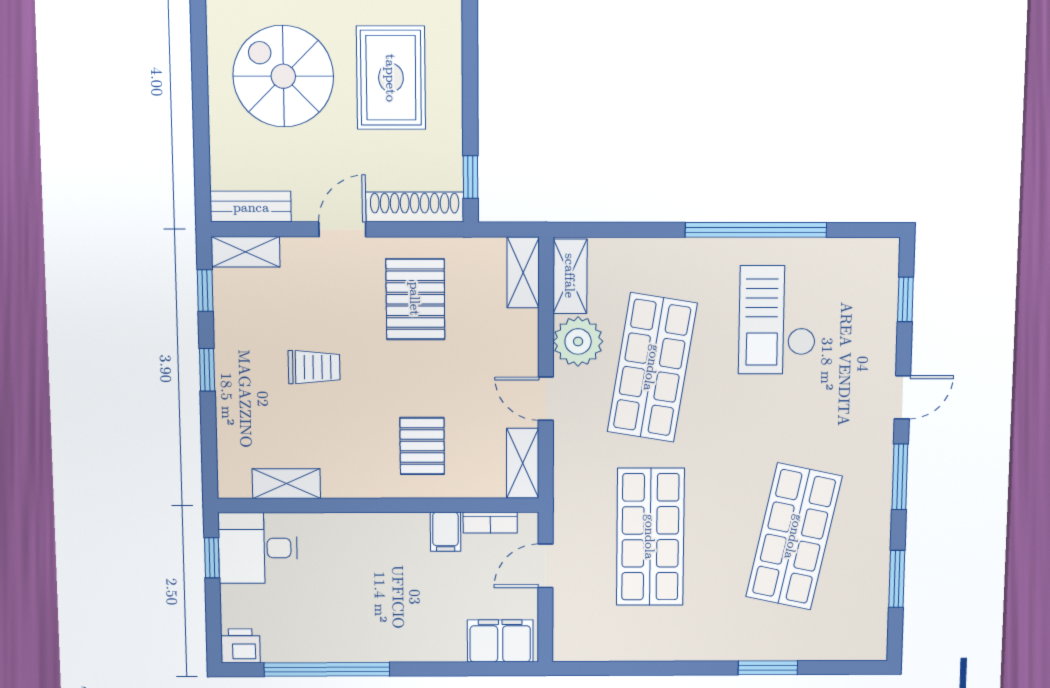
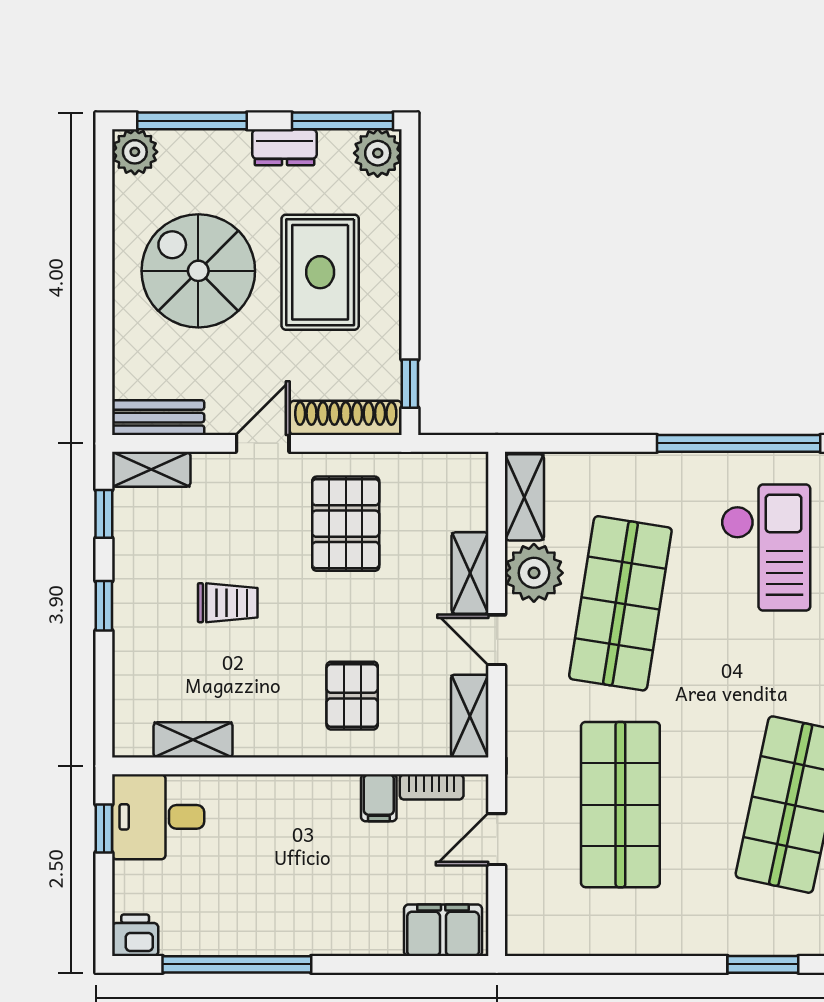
shelving: (523, 273) -> (470, 573), moved
checkout: (777, 320) -> (766, 548), turned 180

